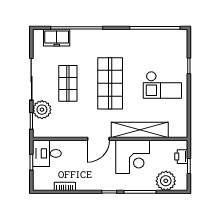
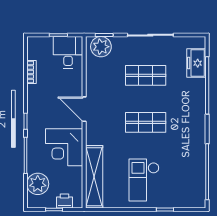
shop shelf: (110, 83) -> (146, 122), width x0.70, depth x0.74
plant: (42, 110) -> (101, 47), moved
shelving: (140, 130) -> (94, 177), moved

